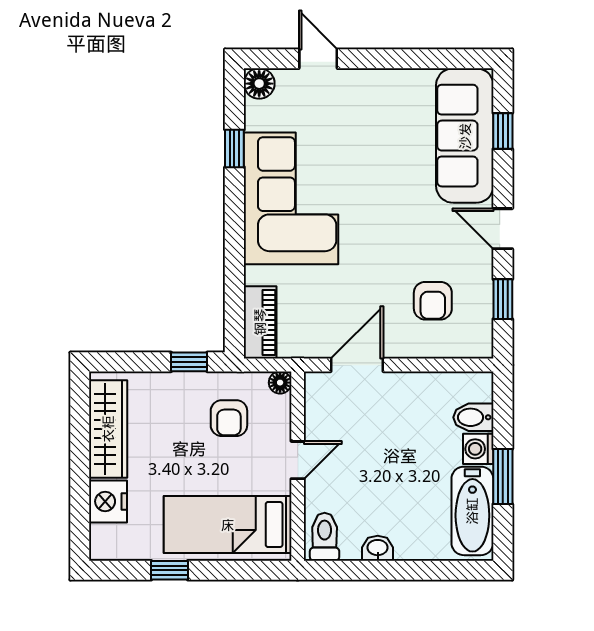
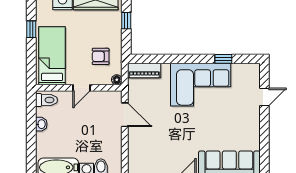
floor lamp: (259, 84) -> (253, 70), removed
armchair: (433, 301) -> (154, 149), removed
window: (189, 362) -> (126, 21), moved
door: (298, 460) -> (81, 88), hinge flipped

